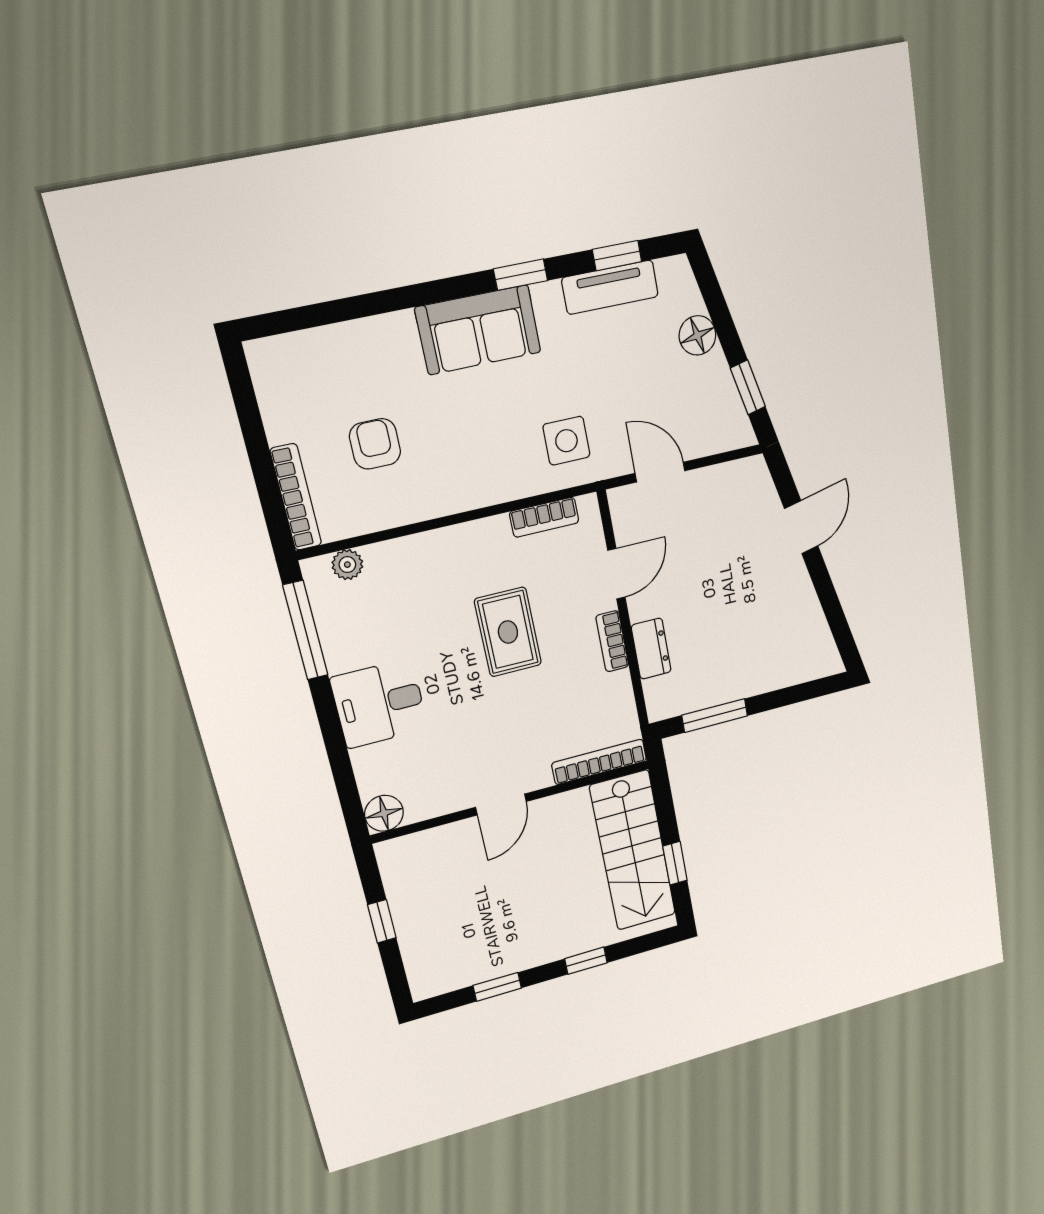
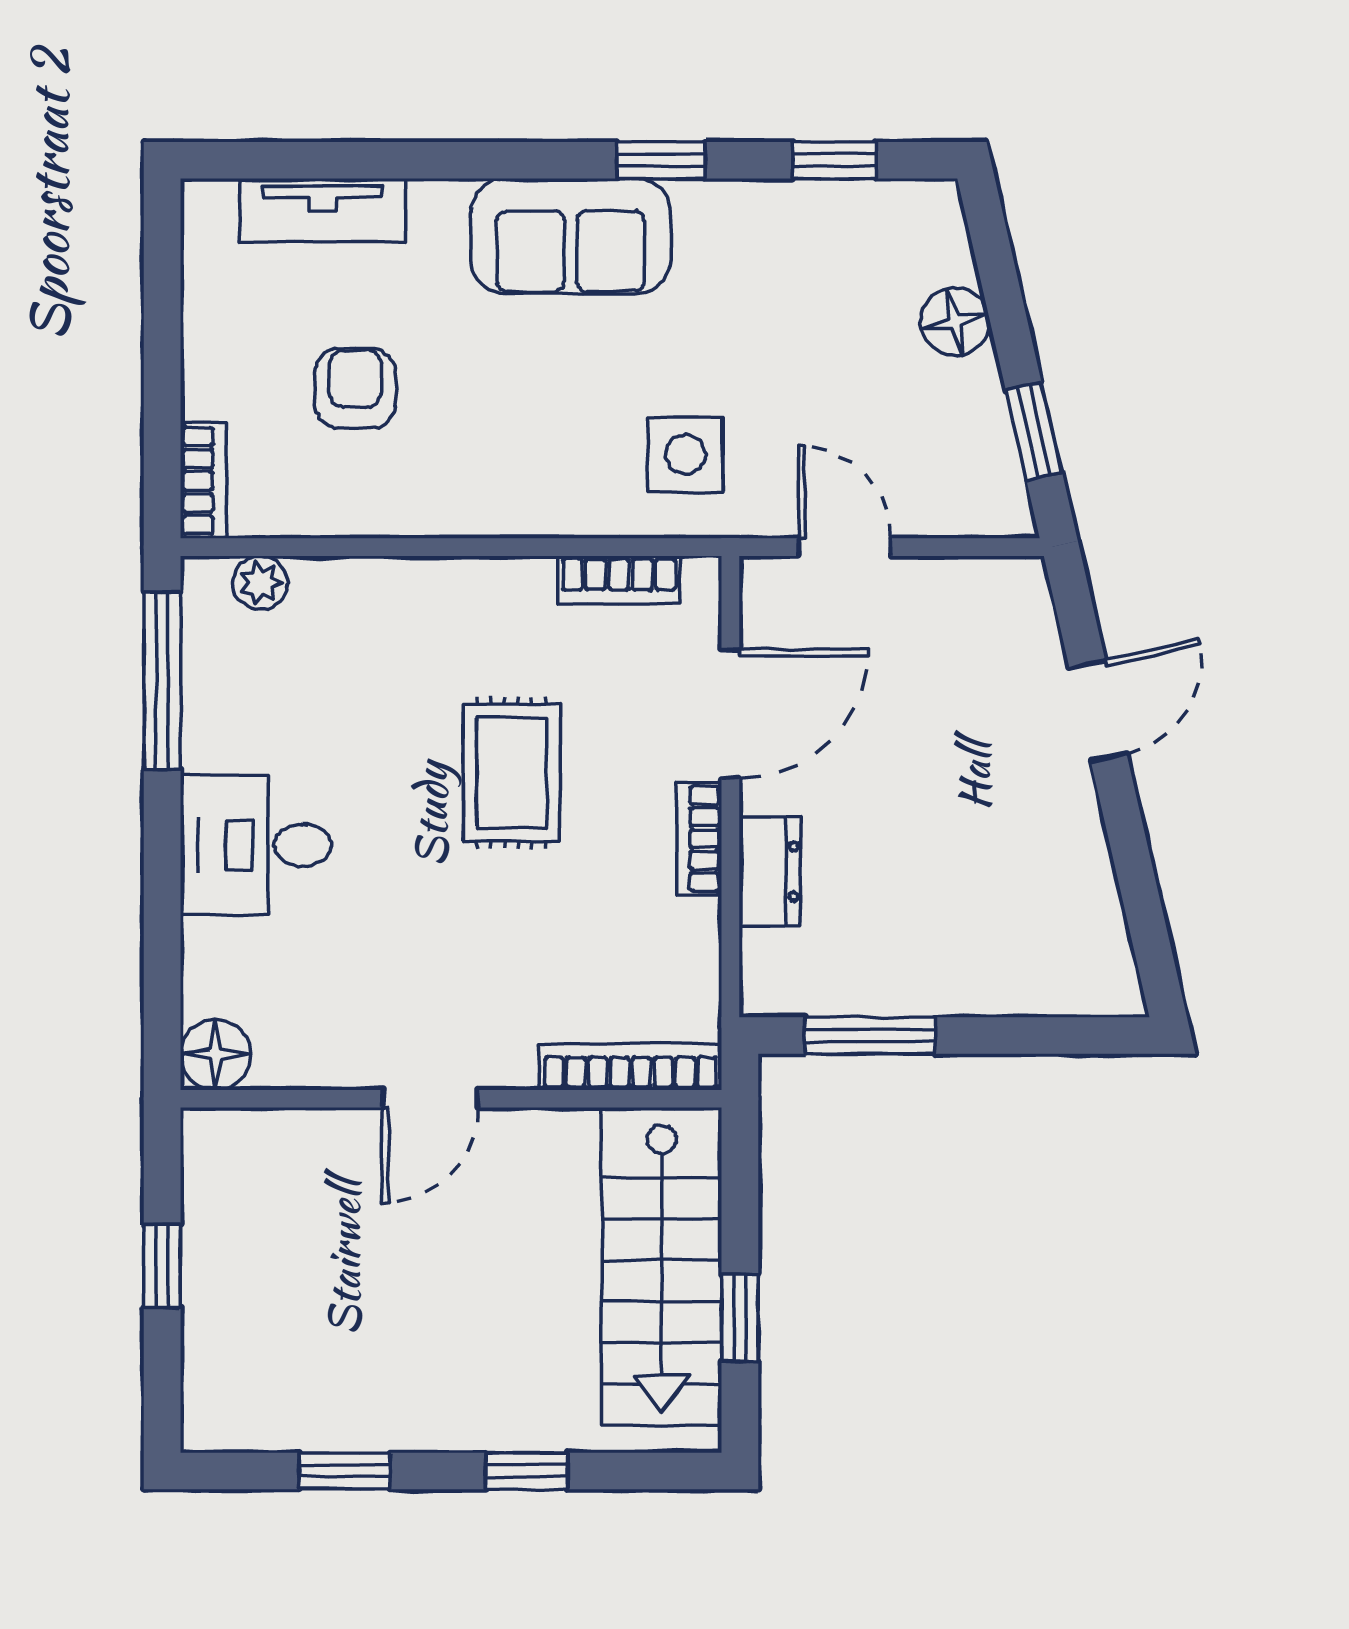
tv unit: (610, 287) -> (322, 210), moved
bookcase: (296, 497) -> (203, 481), width x0.64
door: (616, 574) -> (730, 714), width x1.38

